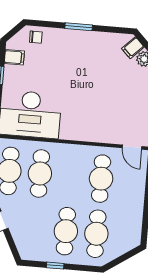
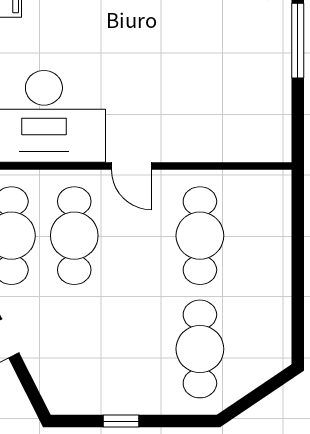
door: (132, 147) -> (131, 166), moved
cafe table: (66, 231) -> (137, 349), removed

